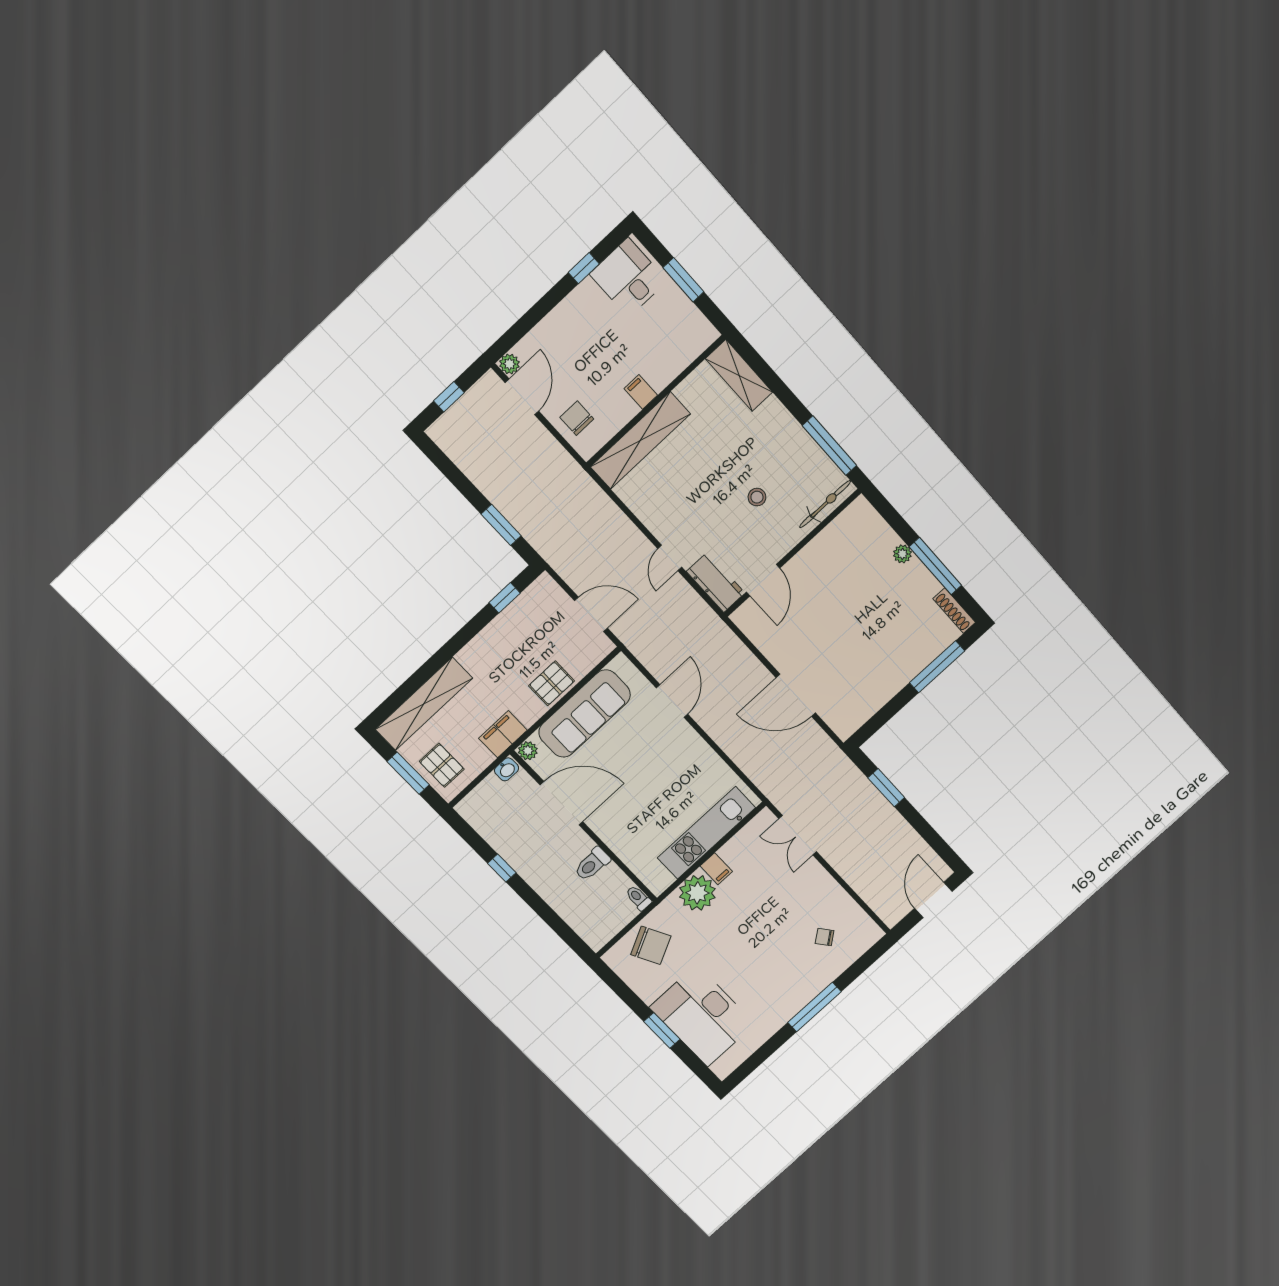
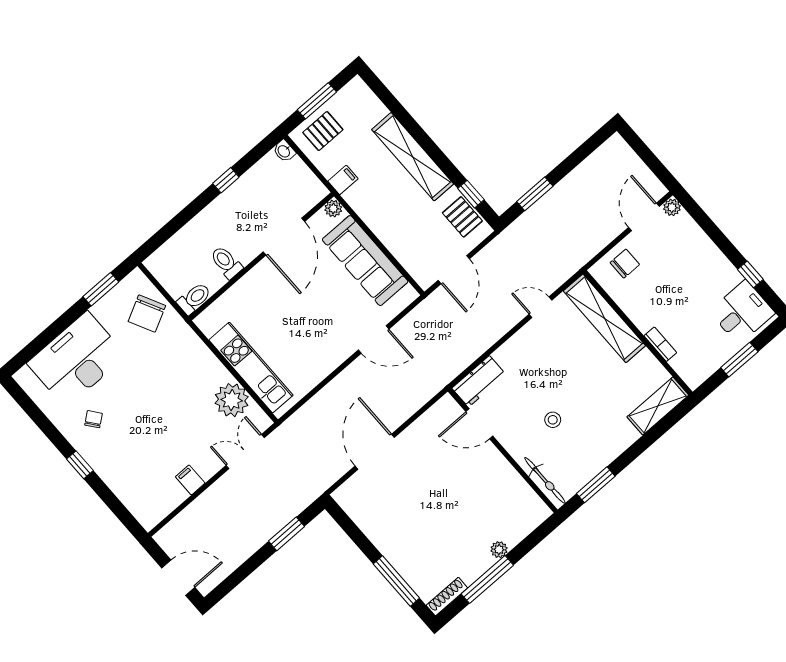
bookcase: (668, 374) -> (660, 344), added
filing cabinet: (641, 392) -> (646, 320), removed
window: (449, 397) -> (645, 154), removed
door: (522, 397) -> (644, 217), swing flipped
window: (829, 446) -> (596, 485), width x0.69
door: (670, 558) -> (540, 307), moved
pallet: (552, 683) -> (462, 217), moved
shelving: (424, 704) -> (413, 157), moved
filing cabinet: (503, 734) -> (343, 180), width x0.50
washbasin: (507, 769) -> (284, 151), moved
filing cabinet: (716, 869) -> (190, 480), moved, turned 90
plant: (697, 893) -> (232, 400), moved
toilet: (638, 898) -> (194, 298), width x1.37, depth x1.39
chair: (825, 937) -> (94, 419), moved
window: (814, 1007) -> (80, 465), width x0.46
window: (662, 1030) -> (101, 289), moved

